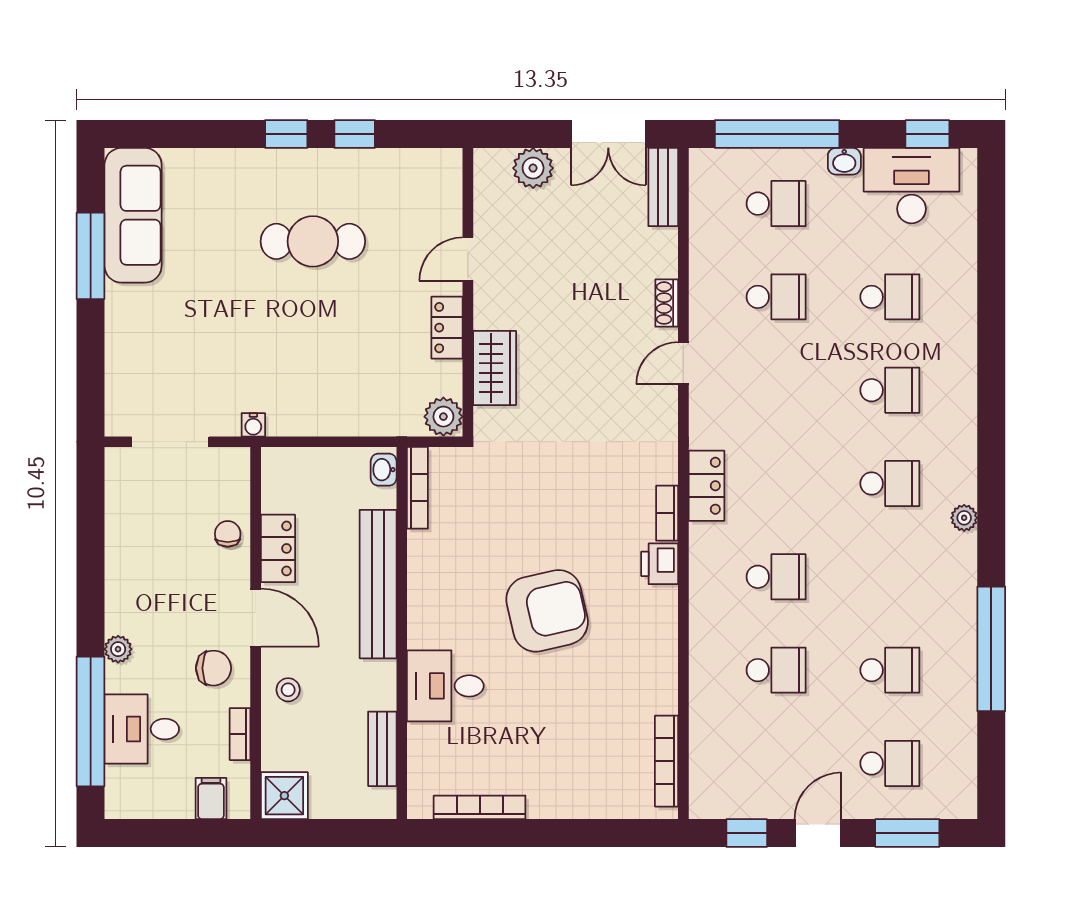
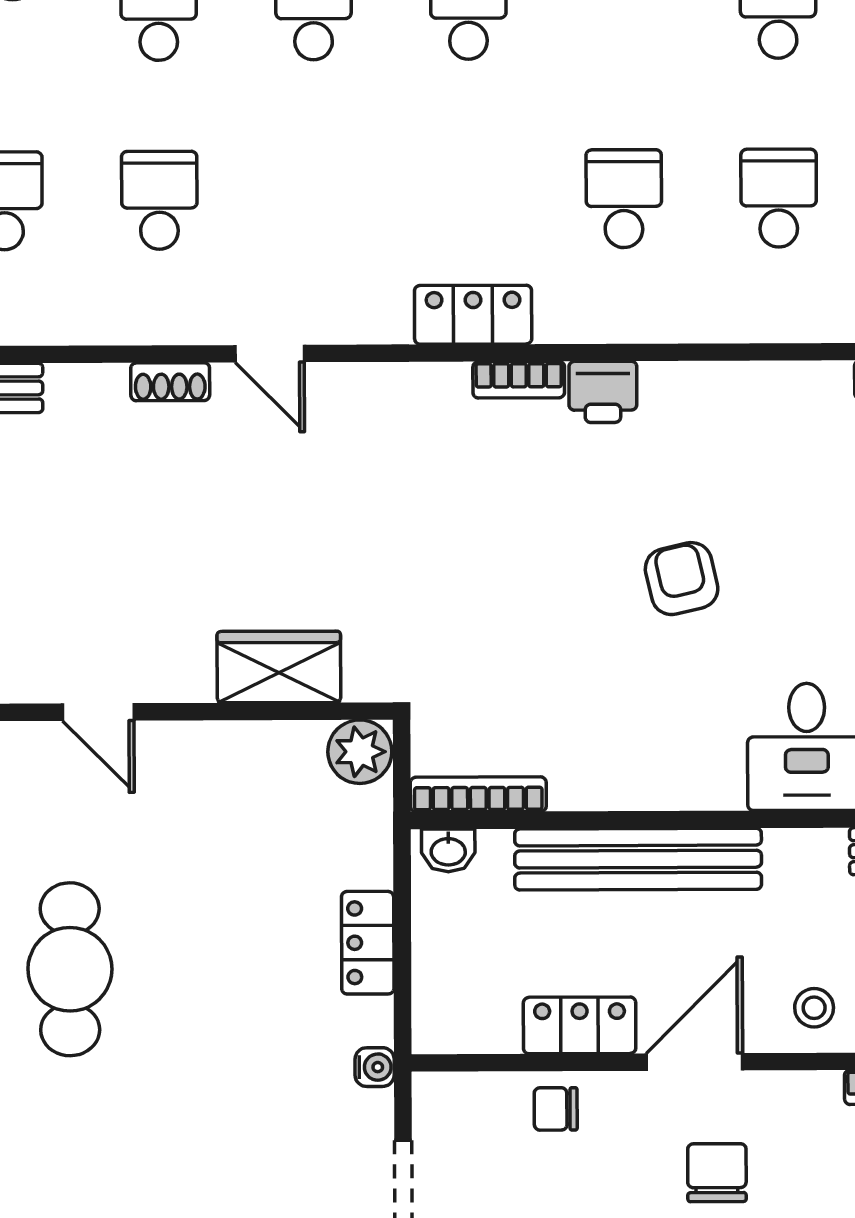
locker: (447, 328) -> (368, 943), moved, turned 90
armchair: (547, 611) -> (682, 579), width x0.53, depth x0.53
chair: (213, 668) -> (717, 1173), moved

